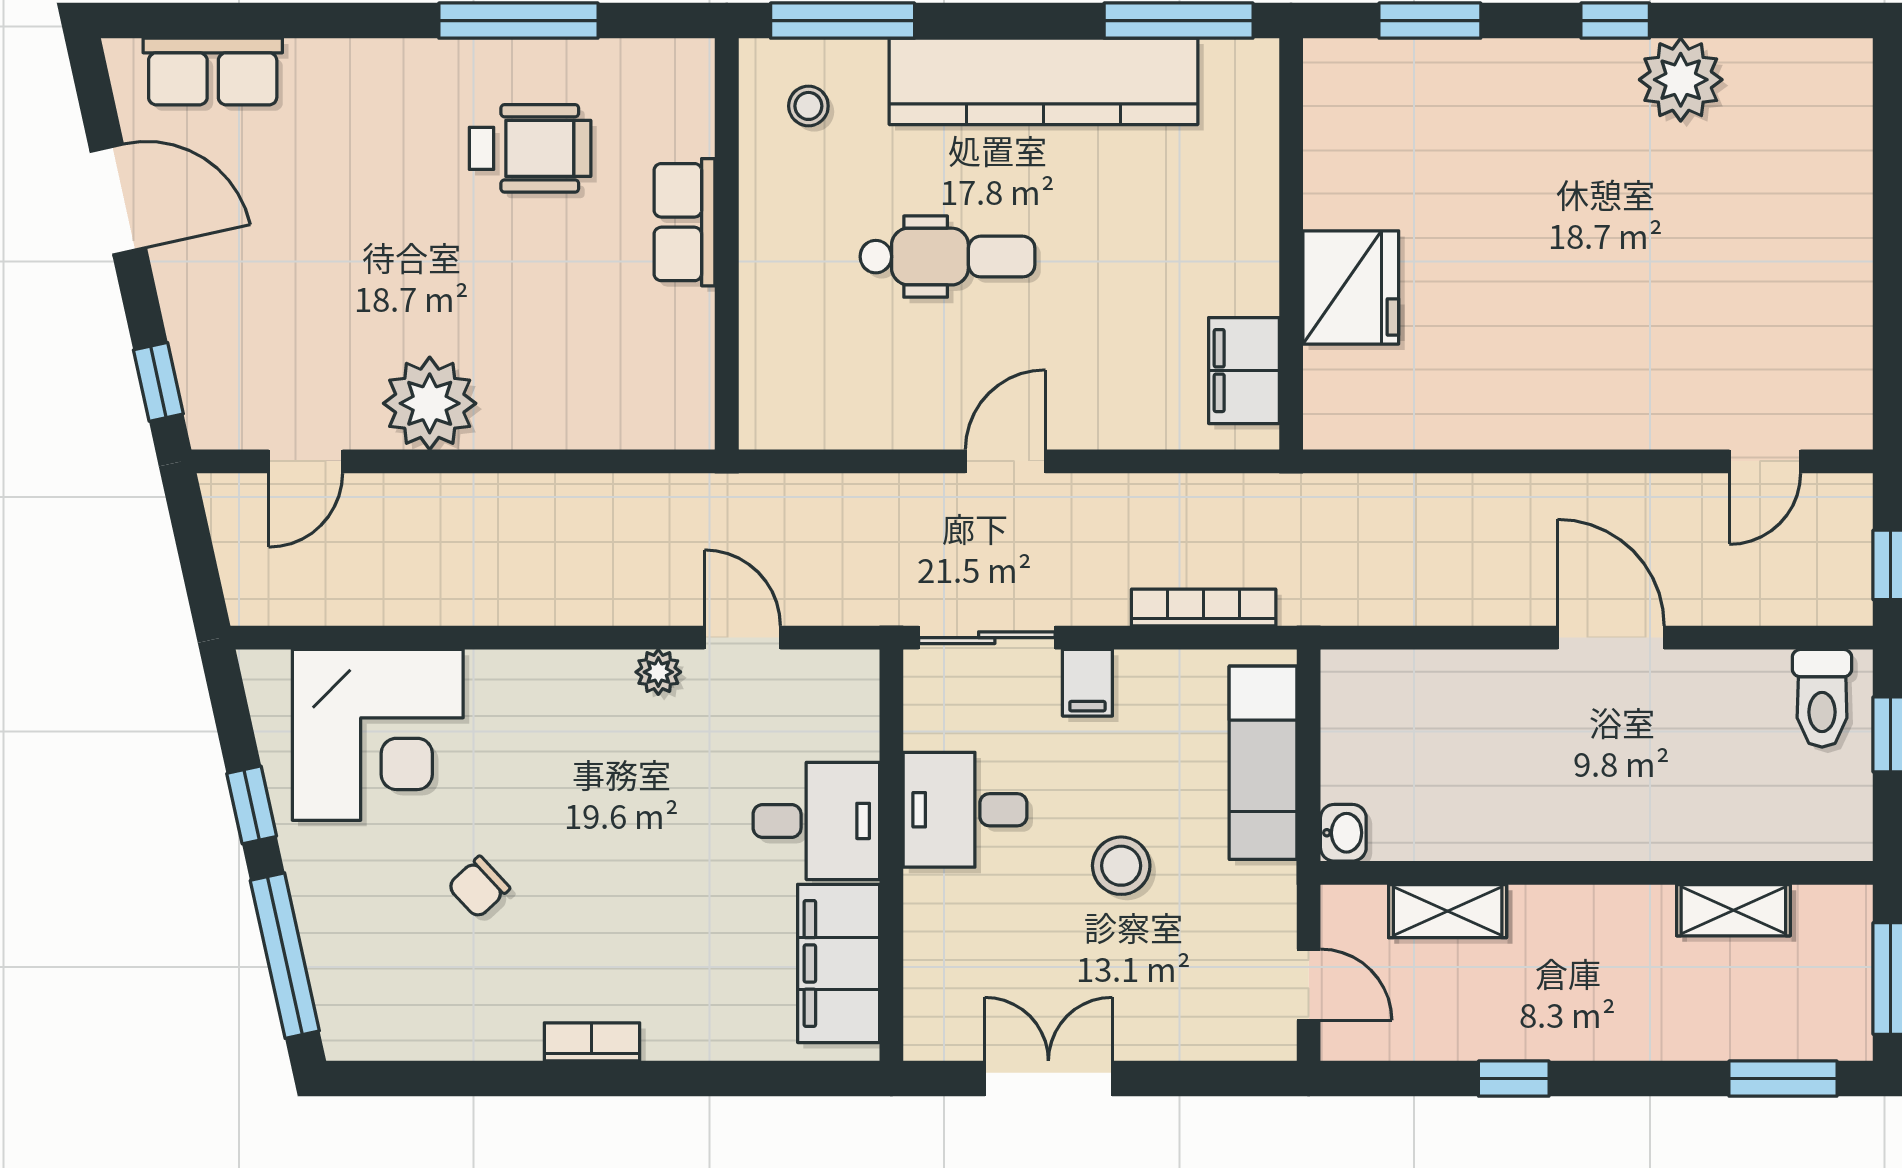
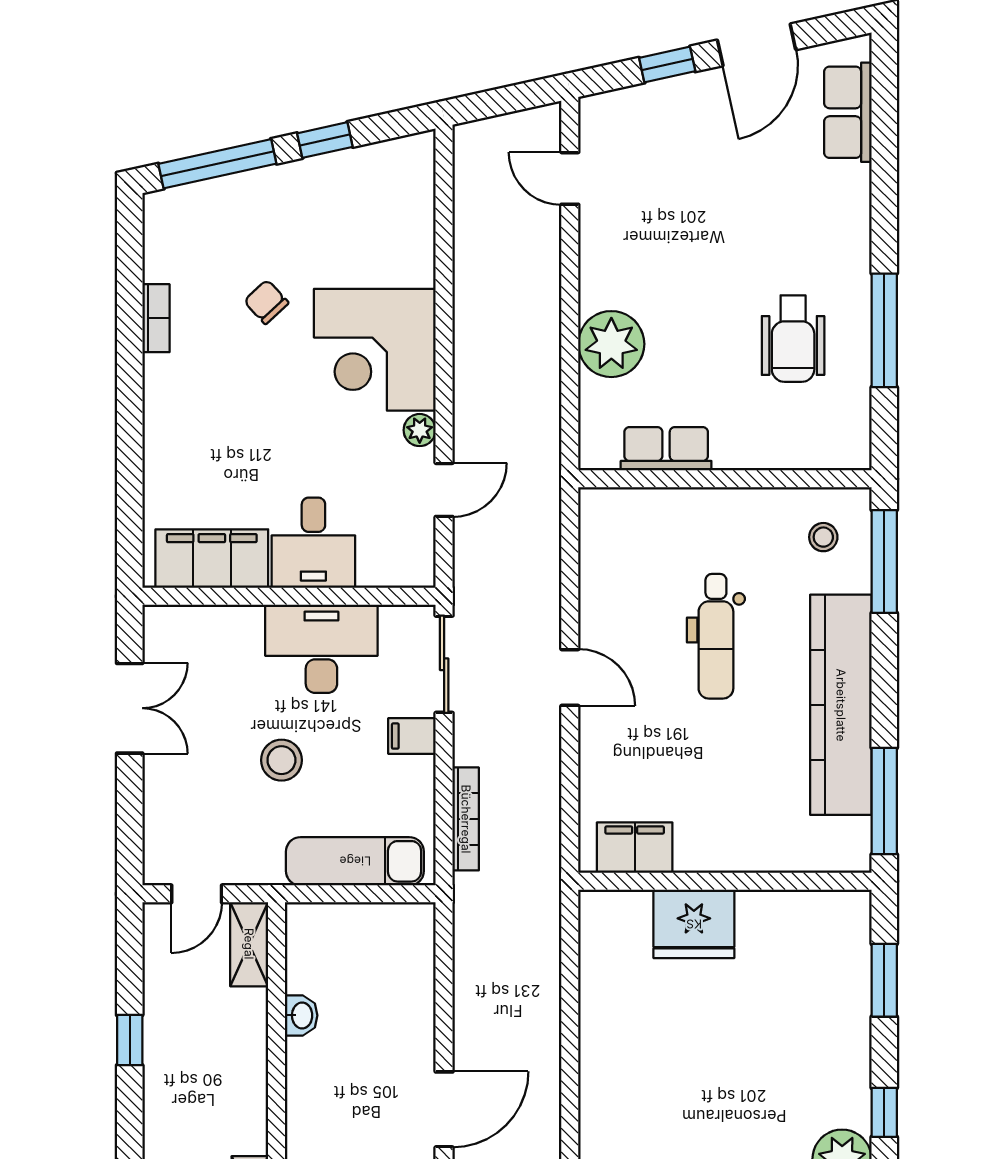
row of seats: (685, 222) -> (666, 449), moved
window: (158, 382) -> (667, 65), moved
plant: (430, 403) -> (611, 344), moved
corner desk: (378, 735) -> (375, 350), moved
desk: (965, 810) -> (321, 649), width x1.37
washbasin: (1343, 833) -> (301, 1015), moved, turned -90
shelving: (1448, 911) -> (249, 944), moved
bookcase: (592, 1042) -> (156, 318), moved

